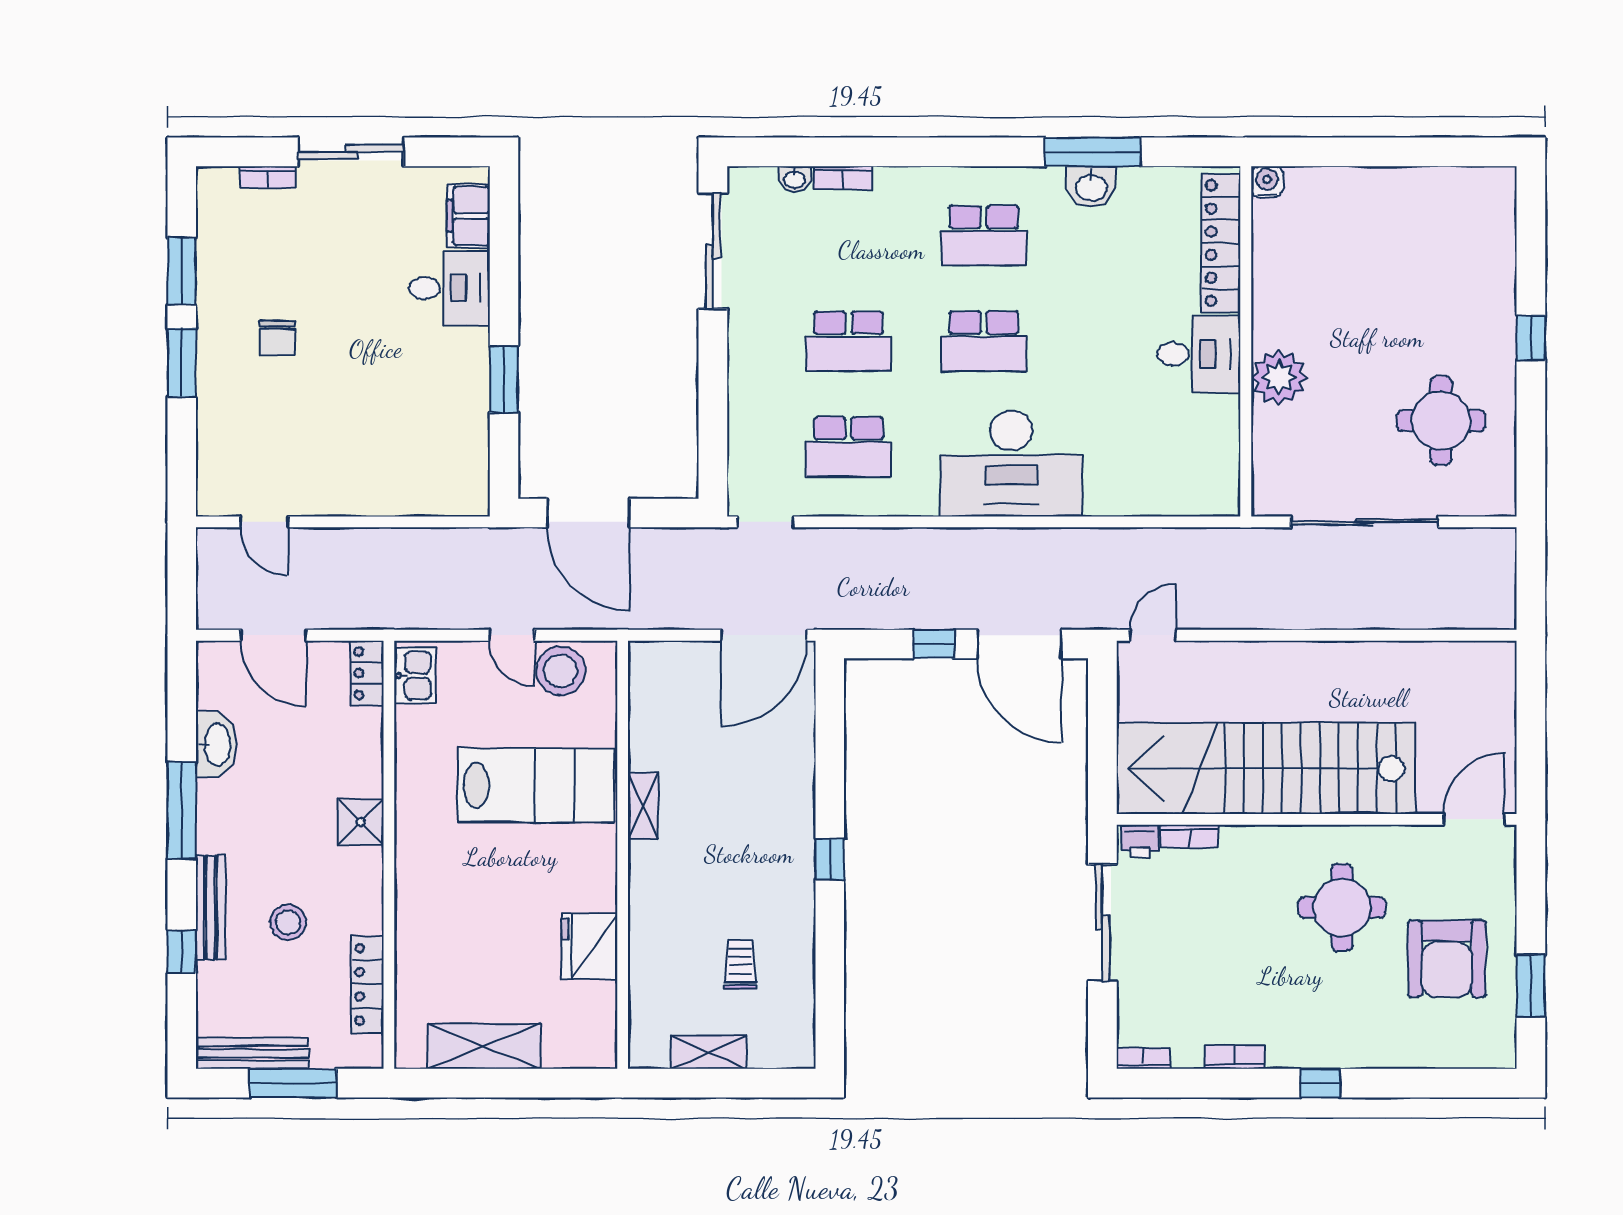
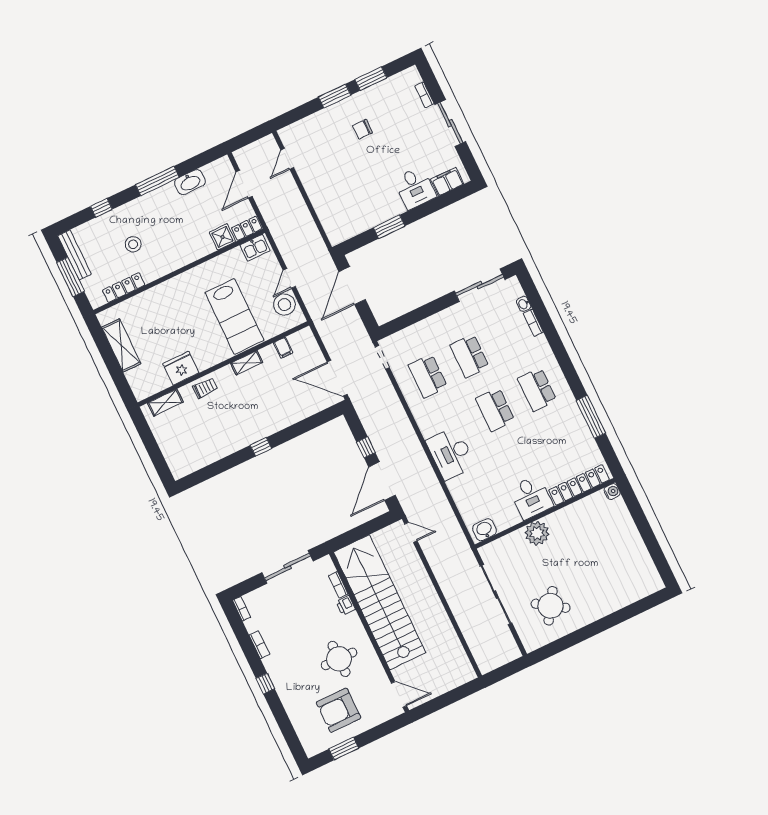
washbasin: (1091, 187) -> (485, 530), moved, turned 90
window: (1531, 338) -> (600, 626), removed
round table: (1441, 421) -> (551, 606), turned 33
desk: (1011, 463) -> (451, 453), width x0.73, depth x0.77
filing cabinet: (648, 716) -> (283, 348), added
shower: (361, 822) -> (222, 237), moved
printer: (1140, 841) -> (346, 605), moved
bench: (211, 908) -> (124, 211), removed
trolley: (740, 964) -> (205, 388), moved
shelving: (709, 1052) -> (165, 403), moved, turned 90

